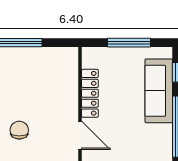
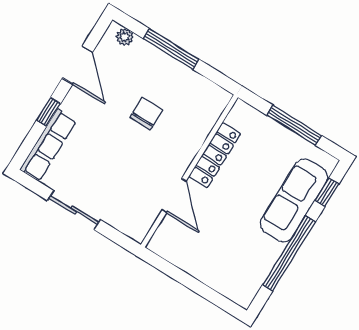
chair: (19, 130) -> (146, 114), moved

